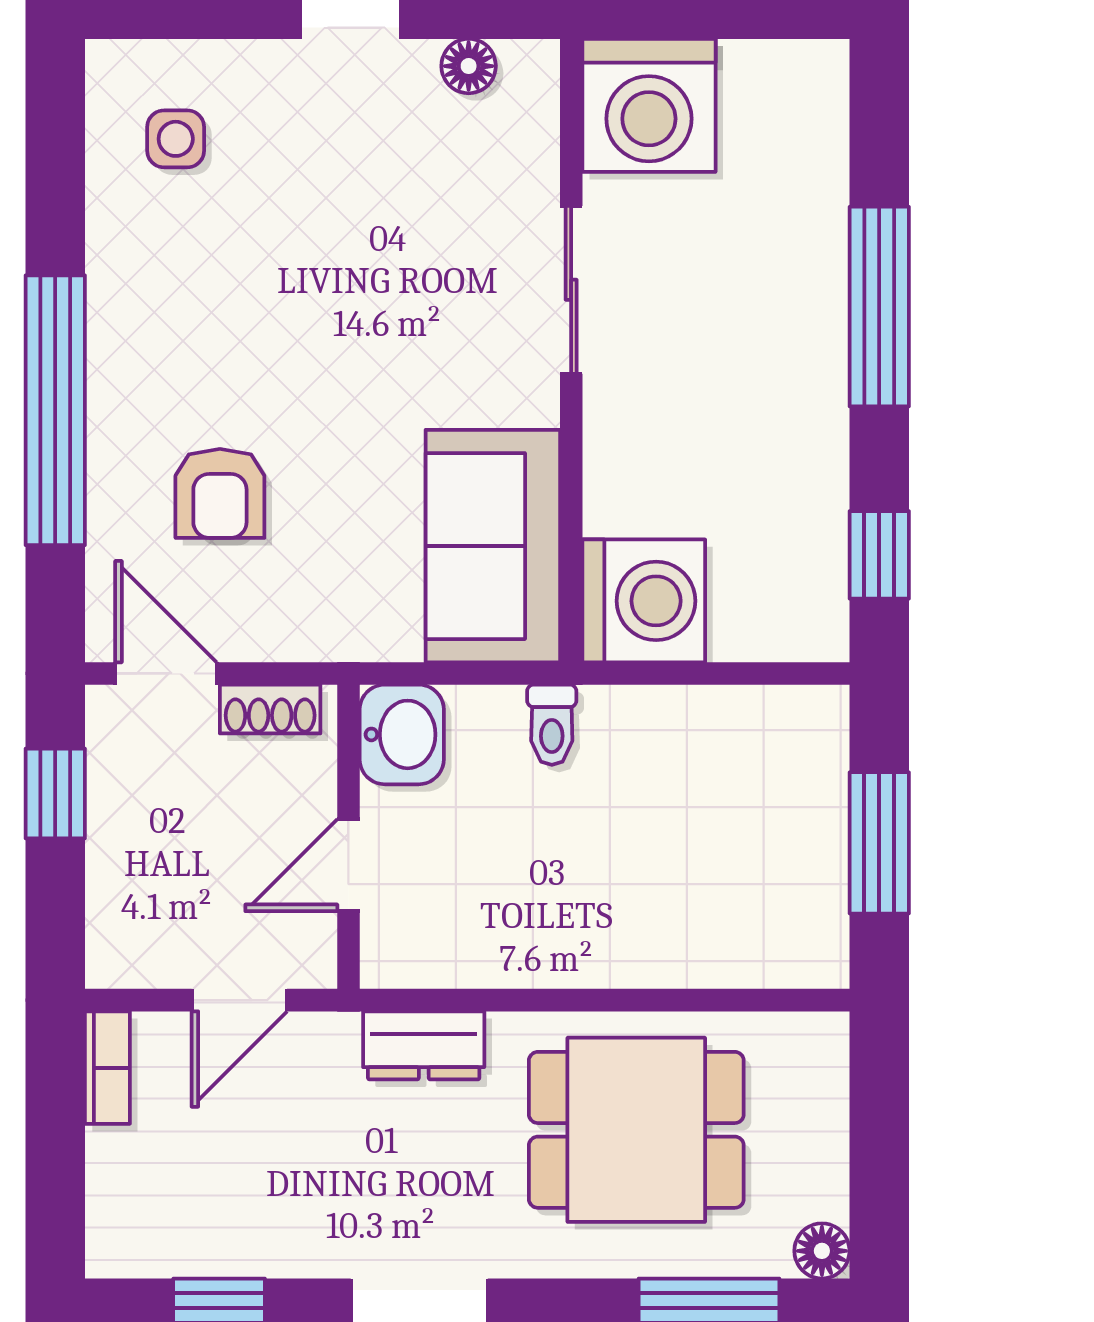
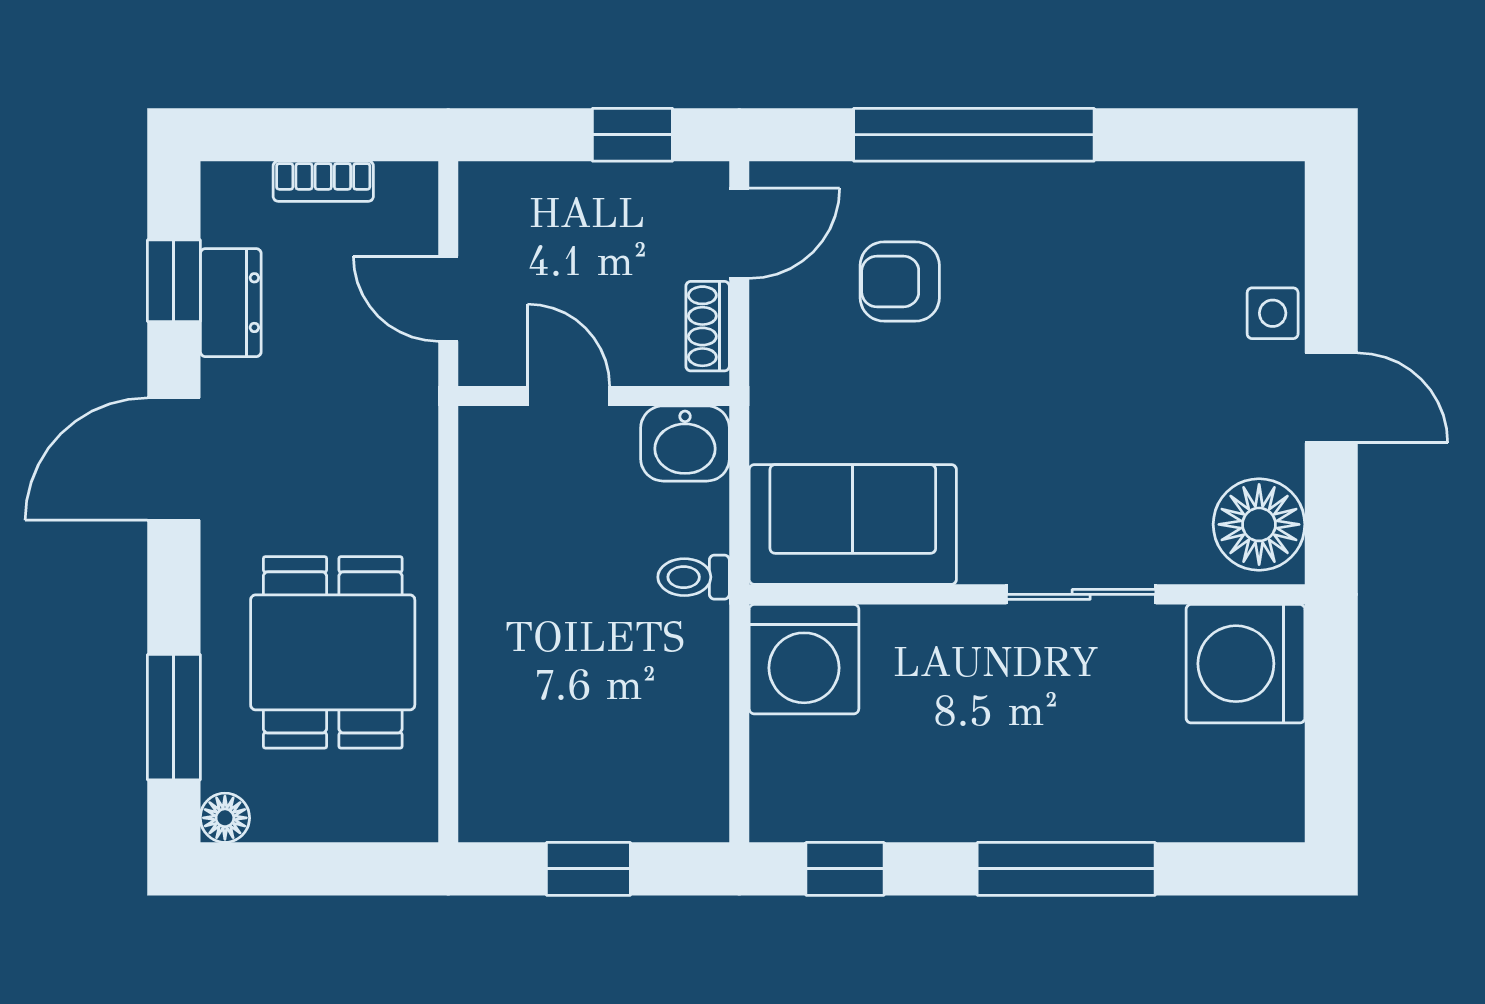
floor lamp: (469, 66) -> (1259, 524), width x1.89, depth x1.89
side table: (176, 139) -> (1273, 313), moved
window: (879, 843) -> (588, 869), width x0.67
dresser: (424, 1045) -> (231, 303), moved, turned 180
bookcase: (107, 1068) -> (323, 181), moved

